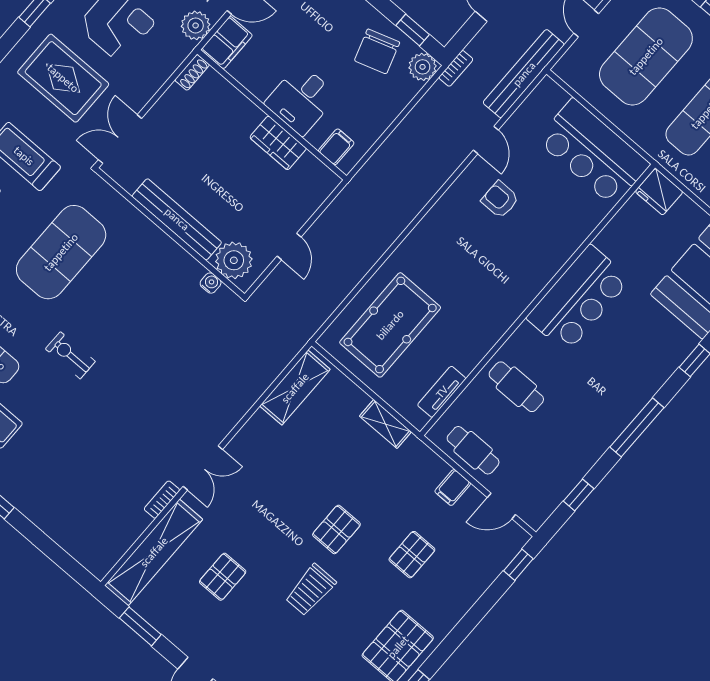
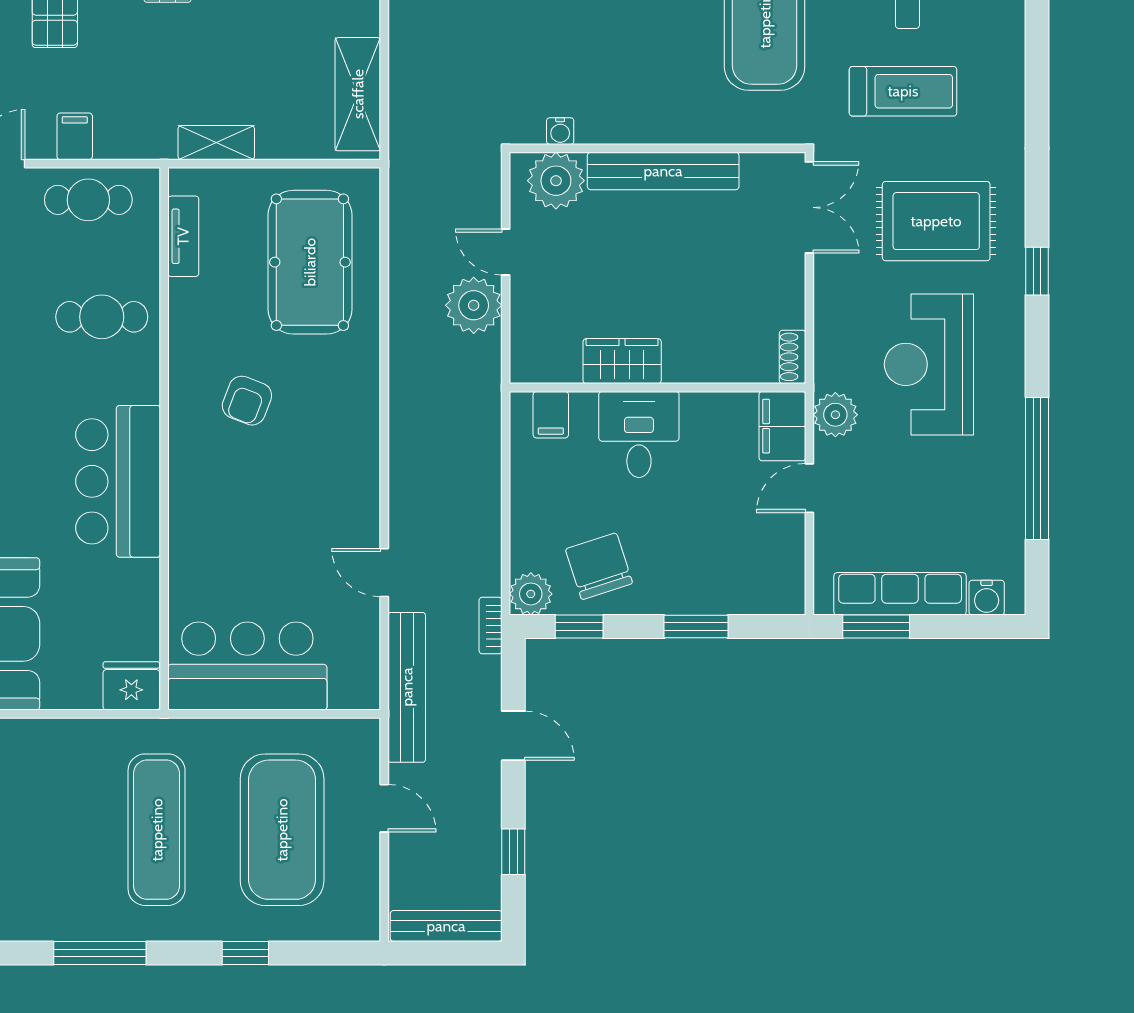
armchair: (500, 200) -> (247, 401), moved, turned 111
plant: (328, 234) -> (474, 305), added

